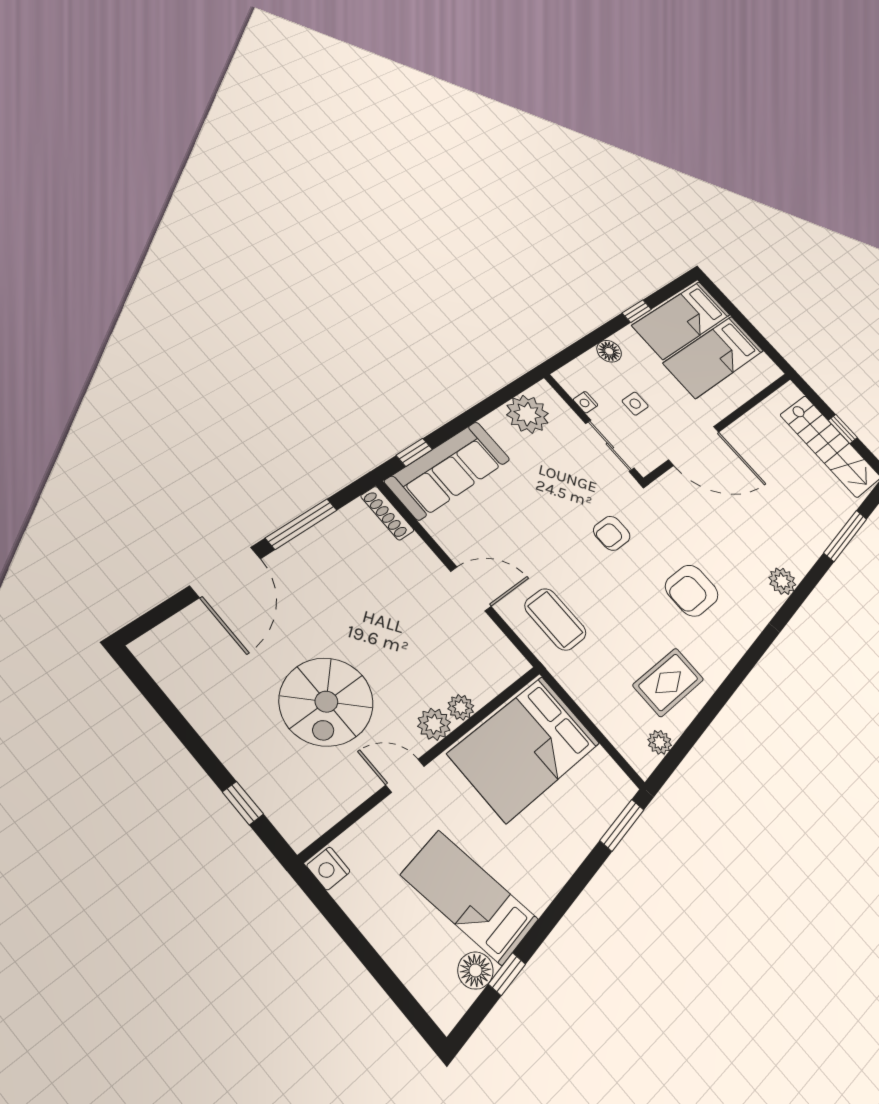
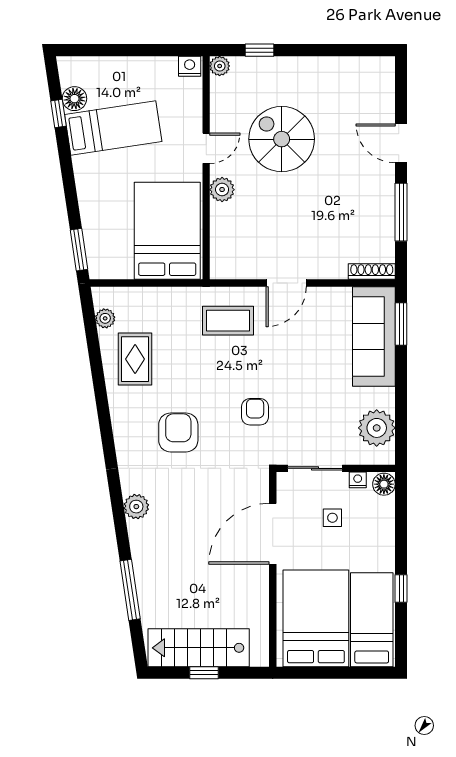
floor lamp: (609, 351) -> (384, 484), moved
bed: (714, 357) -> (316, 618), width x1.50
window: (414, 452) -> (401, 324), width x1.50
door: (225, 572) -> (401, 143), width x0.73
plant: (461, 707) -> (220, 66), moved

